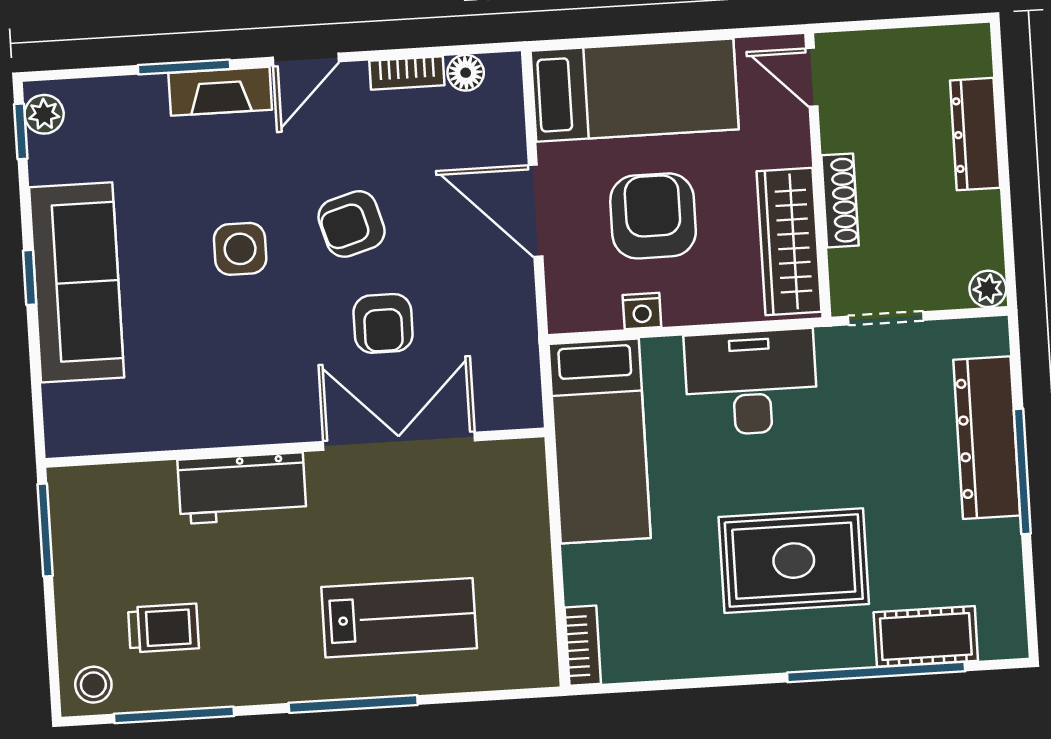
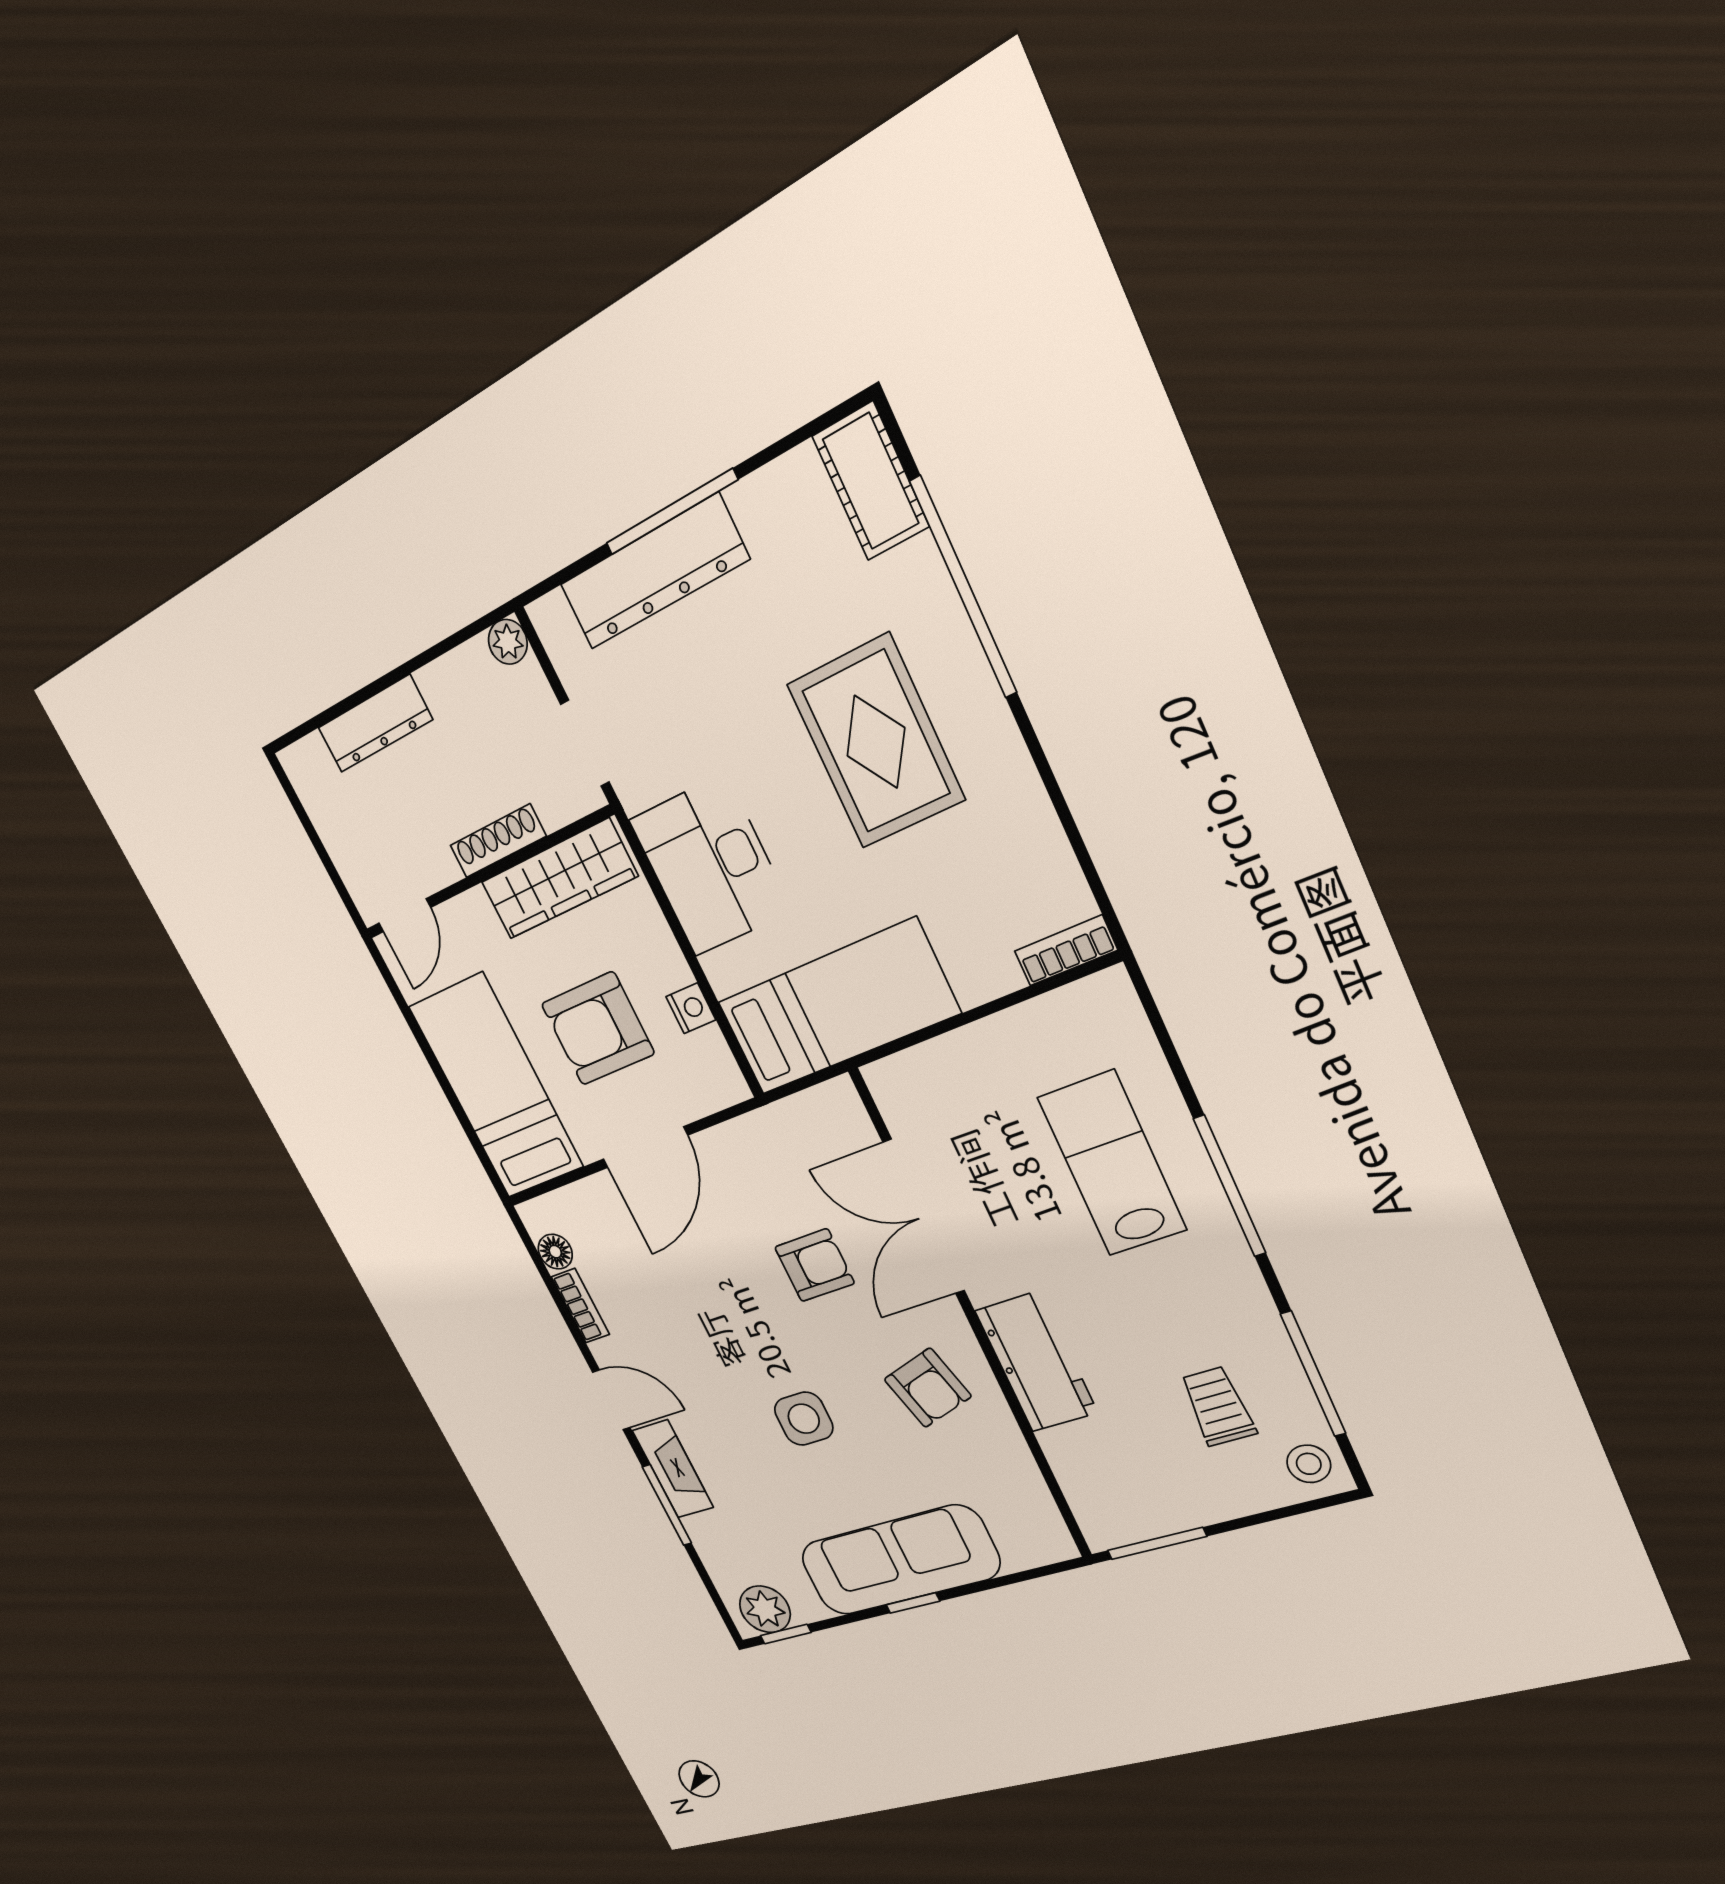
plant: (44, 114) -> (765, 1609), width x1.38, depth x1.38
armchair: (352, 224) -> (928, 1388), moved
cot: (926, 636) -> (871, 481), moved

